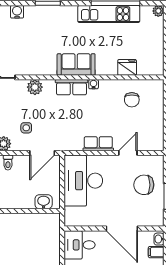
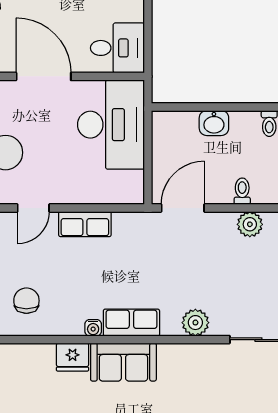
fridge: (127, 67) -> (73, 357), moved
side table: (26, 128) -> (210, 252), removed
desk: (83, 181) -> (111, 125), moved
washbasin: (44, 202) -> (214, 123), moved

